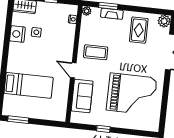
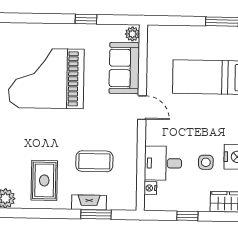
plant: (87, 11) -> (132, 34), moved
desk: (63, 34) -> (163, 163), added
coffee table: (96, 52) -> (94, 161), moved

